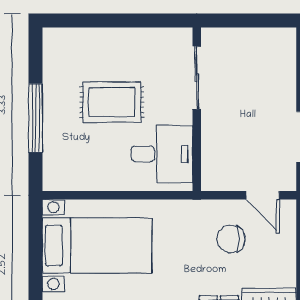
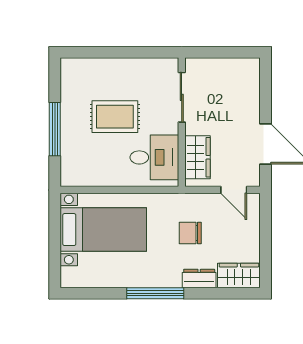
wardrobe: (217, 154) -> (198, 157), added
chair: (231, 239) -> (190, 233), moved

